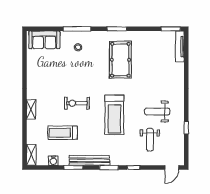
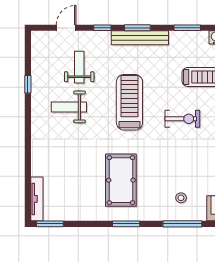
weight bench: (157, 112) -> (69, 107), turned 180
bench: (89, 160) -> (140, 38), moved
door: (172, 168) -> (66, 28), moved

